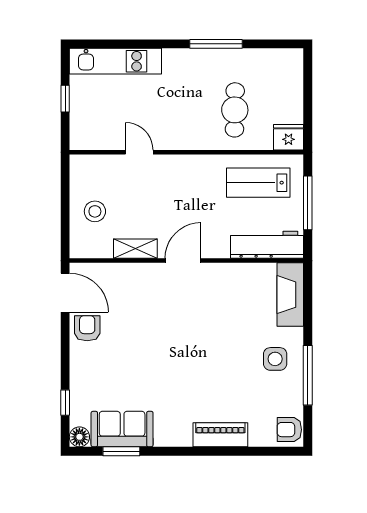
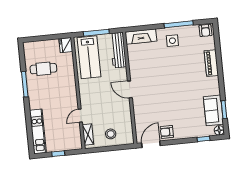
cafe table: (235, 110) -> (43, 69), moved
lab bench: (258, 183) -> (89, 57), width x1.36, depth x1.39
shelving: (135, 249) -> (88, 135), moved

